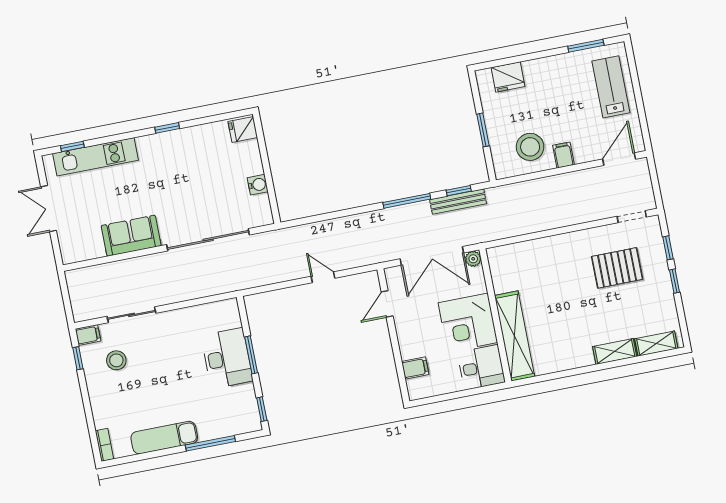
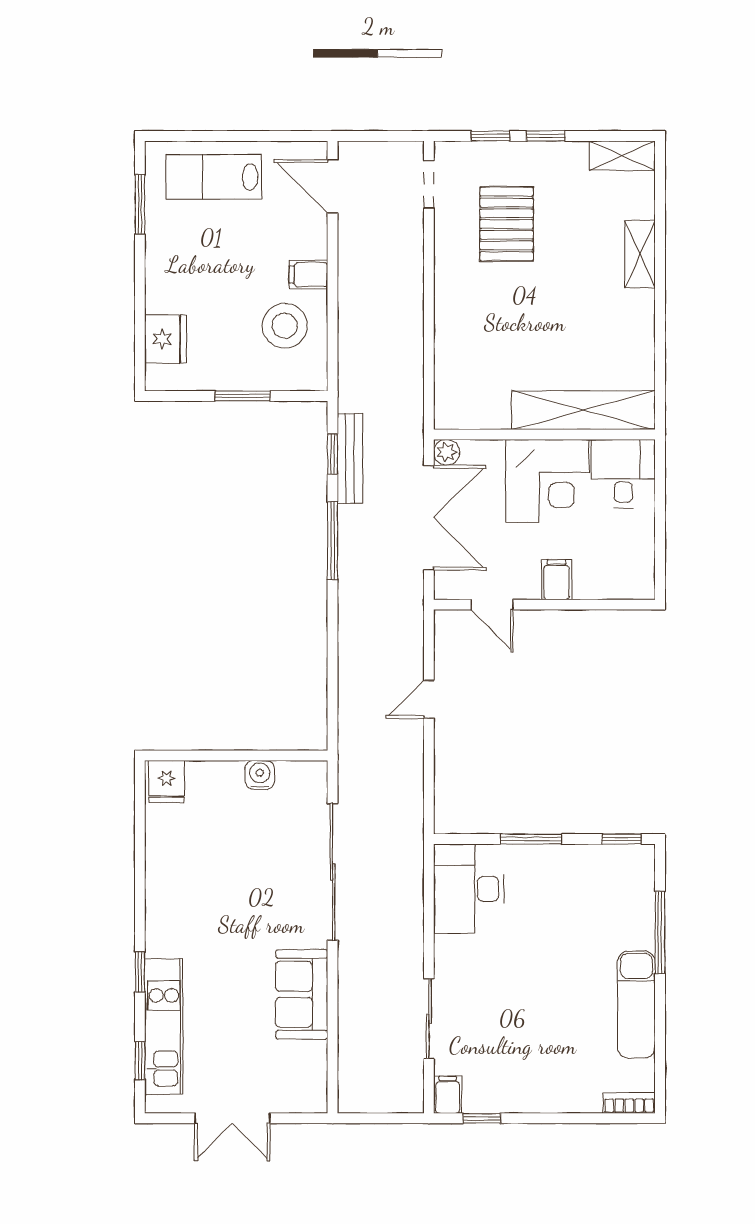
window: (167, 128) -> (140, 972), moved
shelving: (656, 344) -> (622, 156), moved, turned 90
desk: (227, 358) -> (469, 889), moved, turned -90
stool: (116, 360) -> (497, 1057), removed
filing cabinet: (415, 368) -> (557, 580), moved

